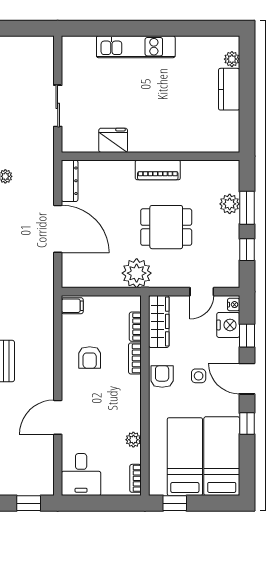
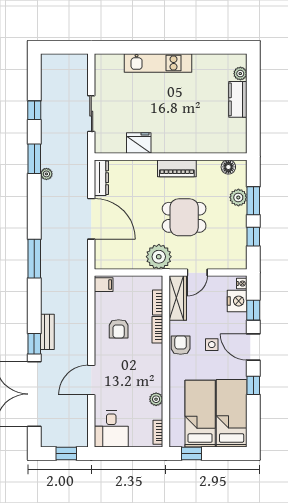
floor lamp: (218, 168) -> (228, 167), added
door: (202, 292) -> (197, 273), moved

